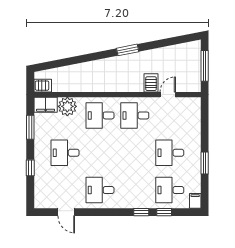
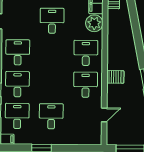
server rack: (151, 83) -> (115, 77), moved
door: (168, 95) -> (104, 115), hinge flipped
desk: (135, 190) -> (17, 84), added

